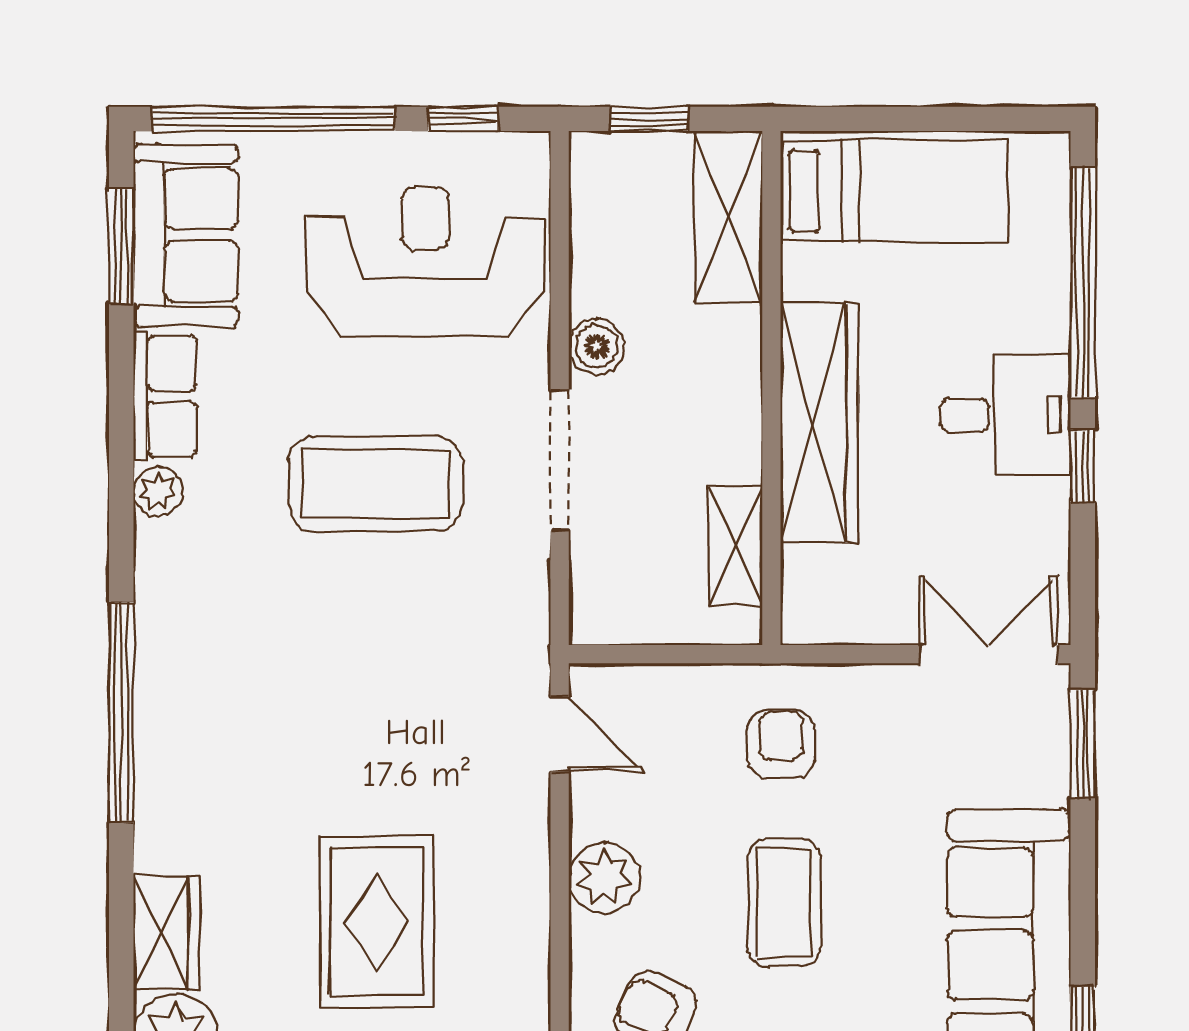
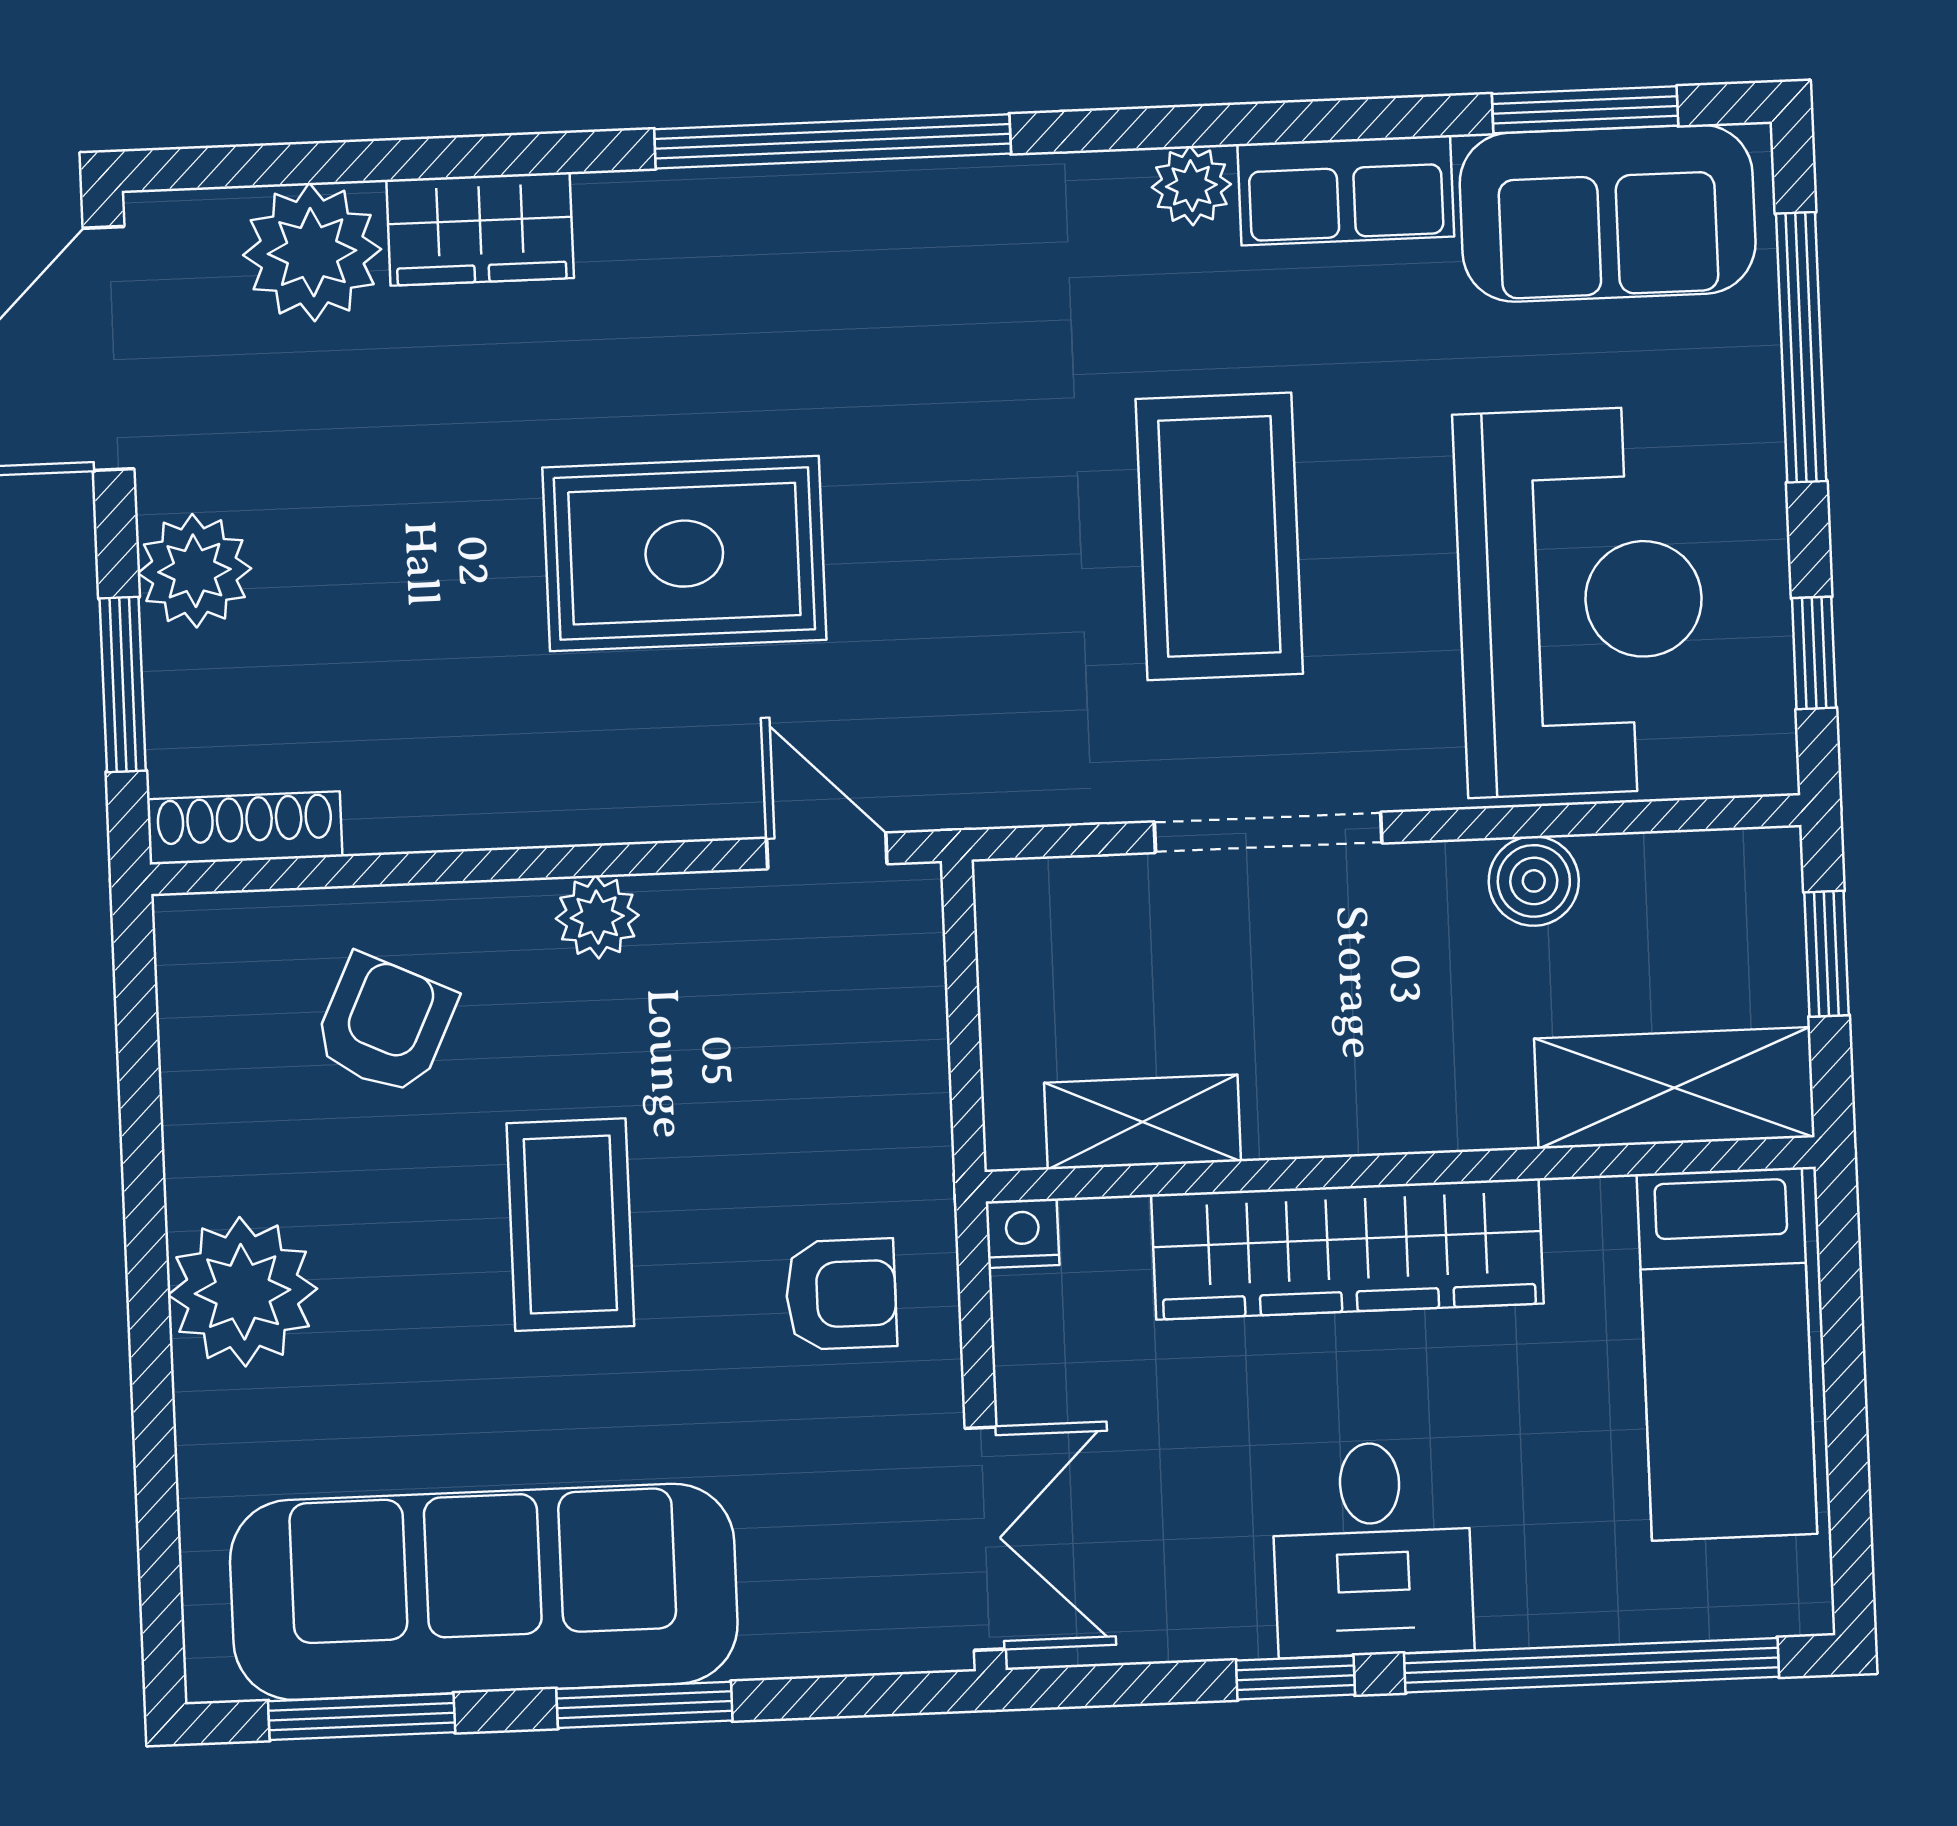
window: (274, 119) -> (1801, 347), width x0.68
boiler: (597, 347) -> (1534, 881), moved
nightstand: (801, 623) -> (1022, 1233), added
door: (560, 734) -> (827, 851), swing flipped
armchair: (781, 744) -> (841, 1294), moved
window: (1083, 744) -> (644, 1705), moved
plant: (604, 878) -> (597, 917), width x0.73, depth x0.73
coffee table: (784, 902) -> (570, 1225), turned 90
rug: (377, 922) -> (684, 554), moved

